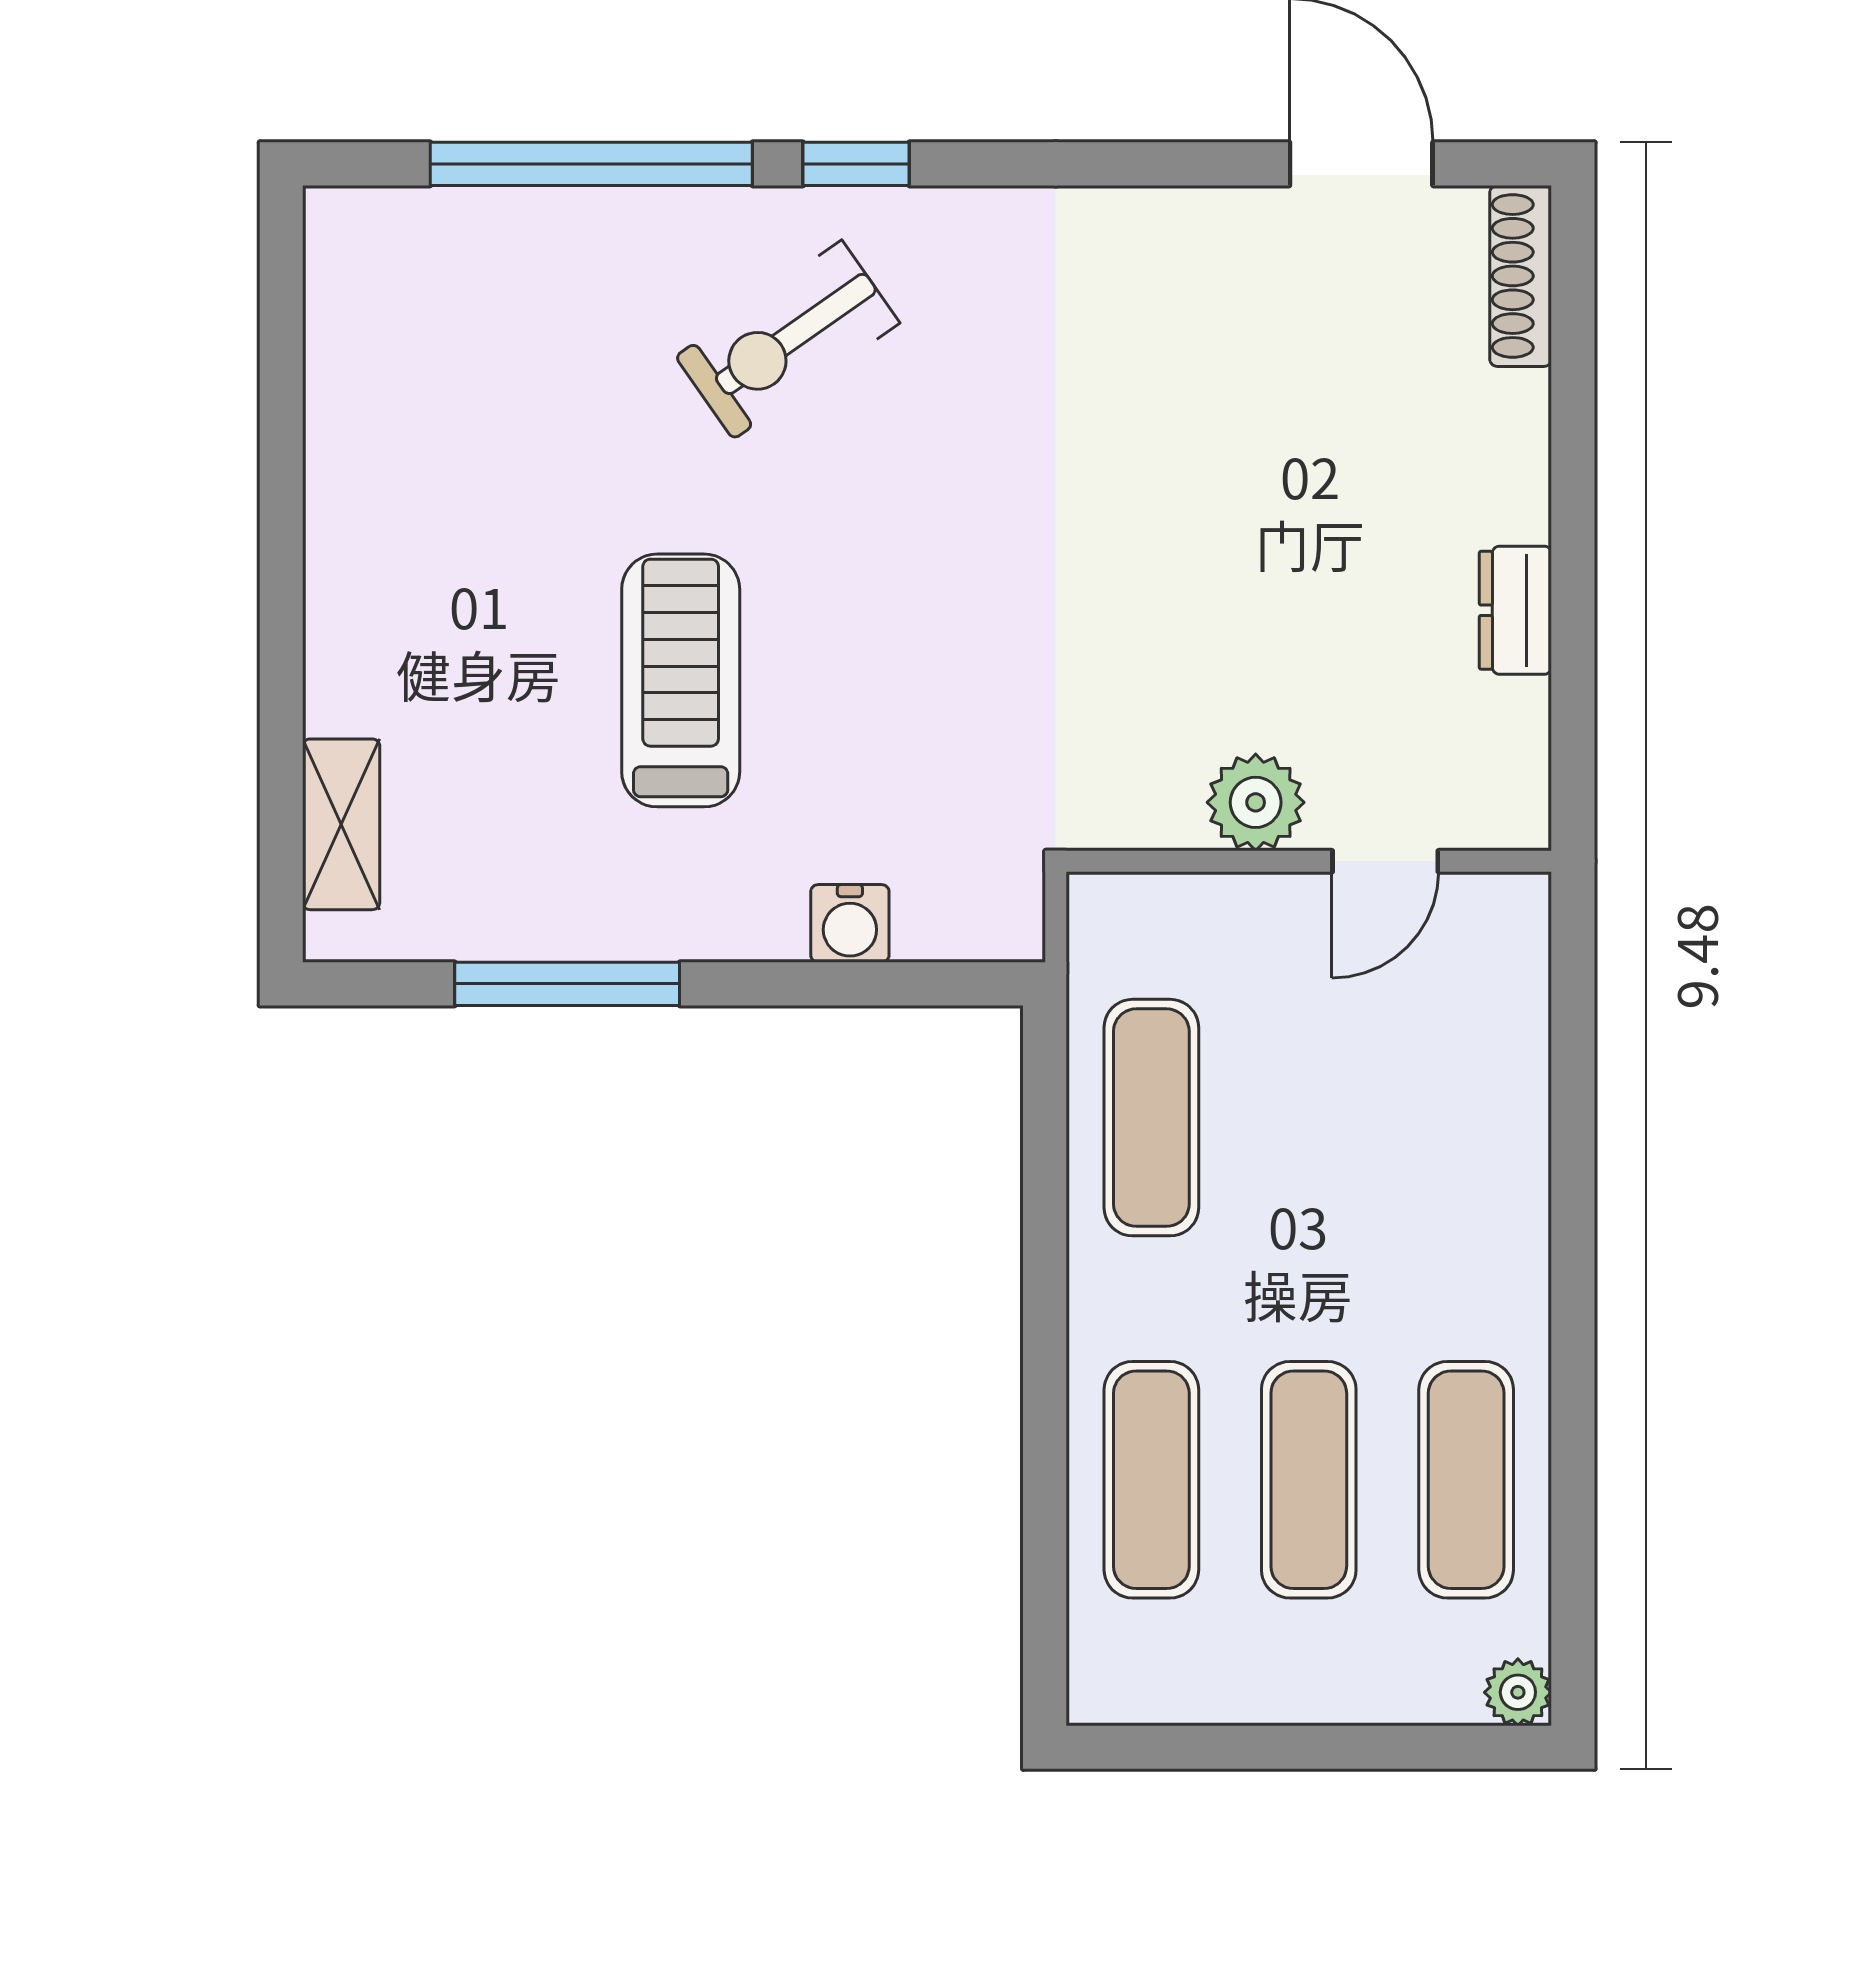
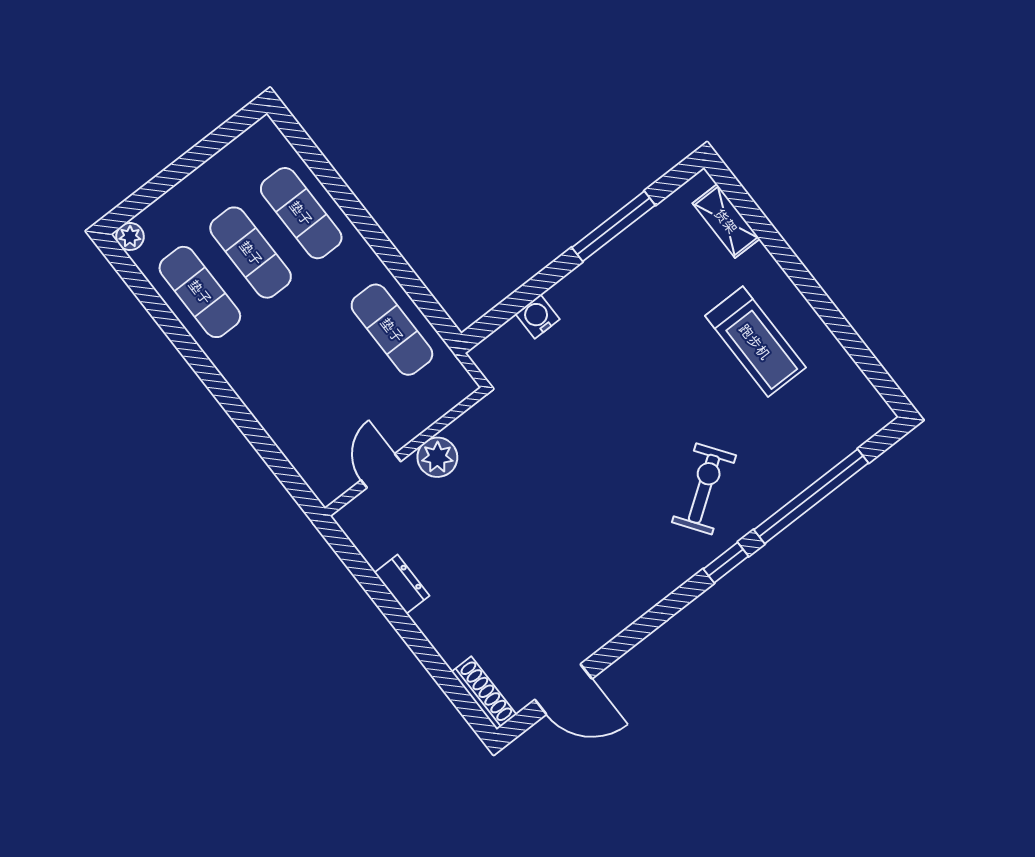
treadmill: (681, 680) -> (755, 342), moved

